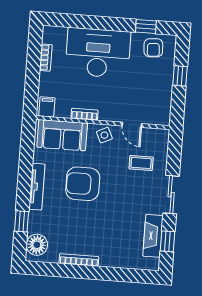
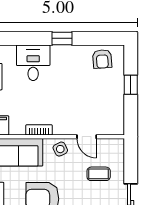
window: (146, 26) -> (62, 38), moved
desk: (98, 53) -> (33, 63), width x0.53, depth x0.77

